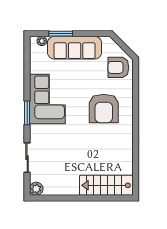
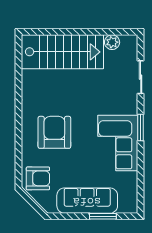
plant: (42, 41) -> (124, 208), removed
stairs: (106, 185) -> (62, 52), width x1.36, depth x1.51
plant: (36, 189) -> (112, 42), moved

